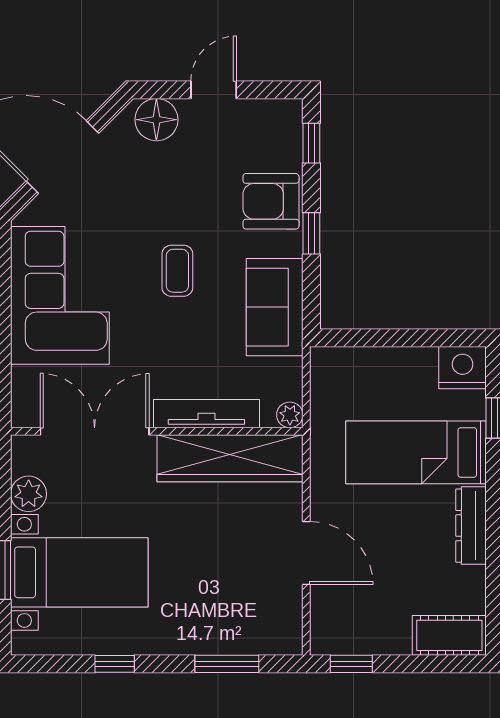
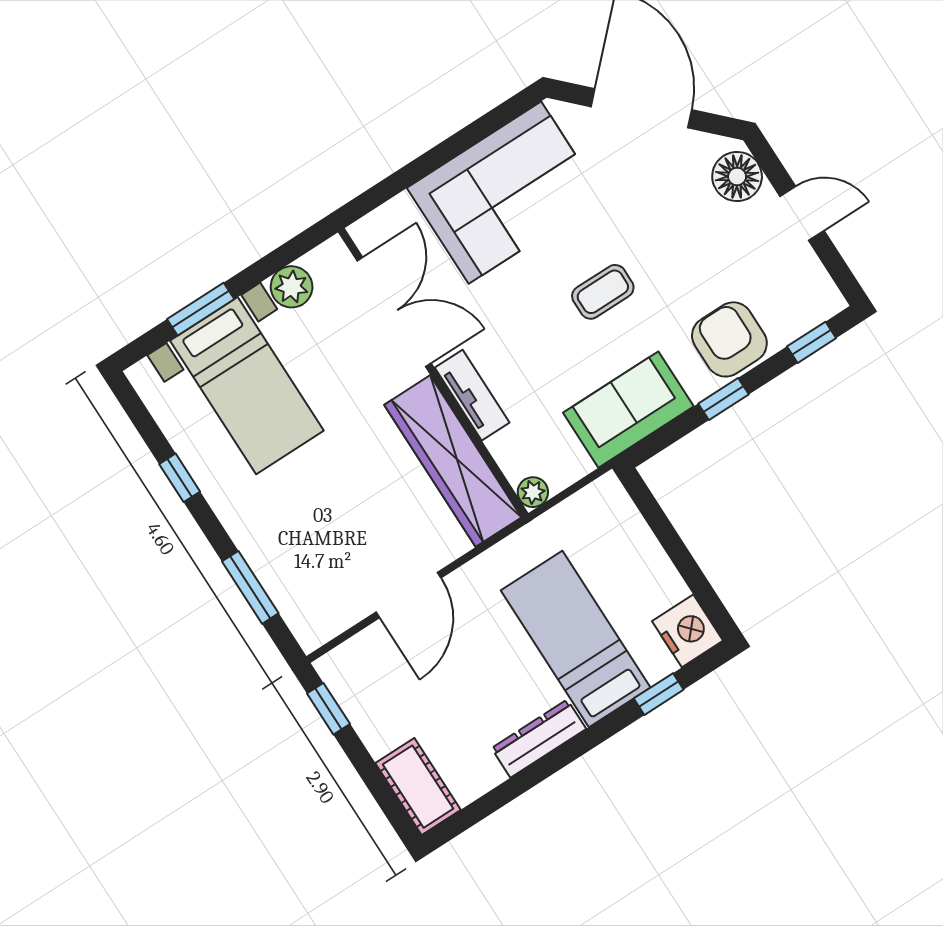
tv unit: (206, 414) -> (472, 395), width x0.71

